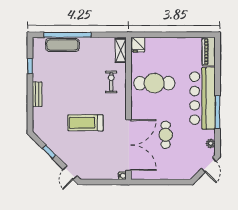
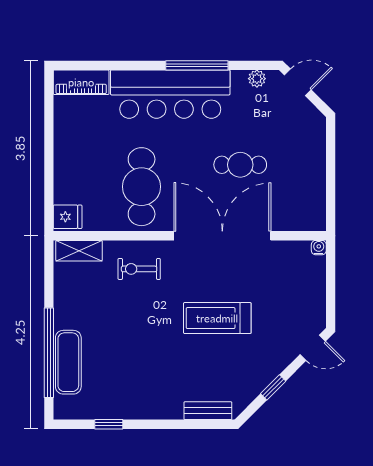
bench: (37, 94) -> (208, 411), moved
treadmill: (86, 123) -> (217, 318), turned 90
double door: (129, 145) -> (222, 236), moved

